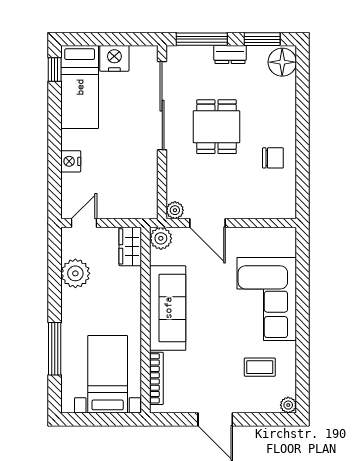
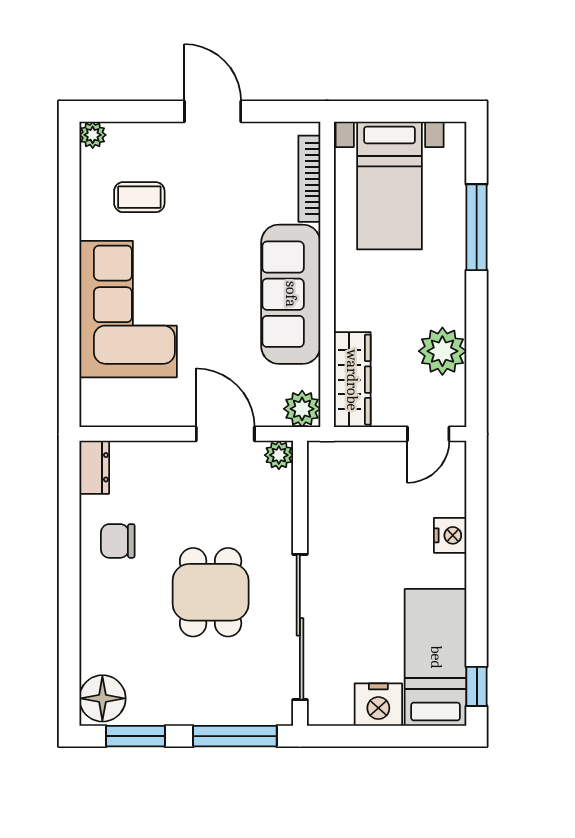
dresser: (230, 54) -> (94, 467), moved, turned 90
wardrobe: (130, 246) -> (352, 380), width x1.50

